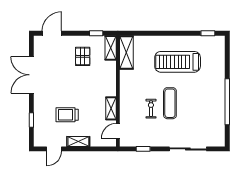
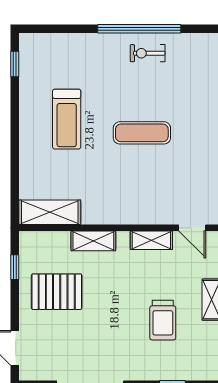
shelving: (111, 48) -> (93, 241), moved
pallet: (83, 56) -> (57, 292), width x1.50, depth x1.42
treadmill: (178, 62) -> (67, 119), width x0.73, depth x0.73
exercise bike: (151, 109) -> (148, 53), moved

